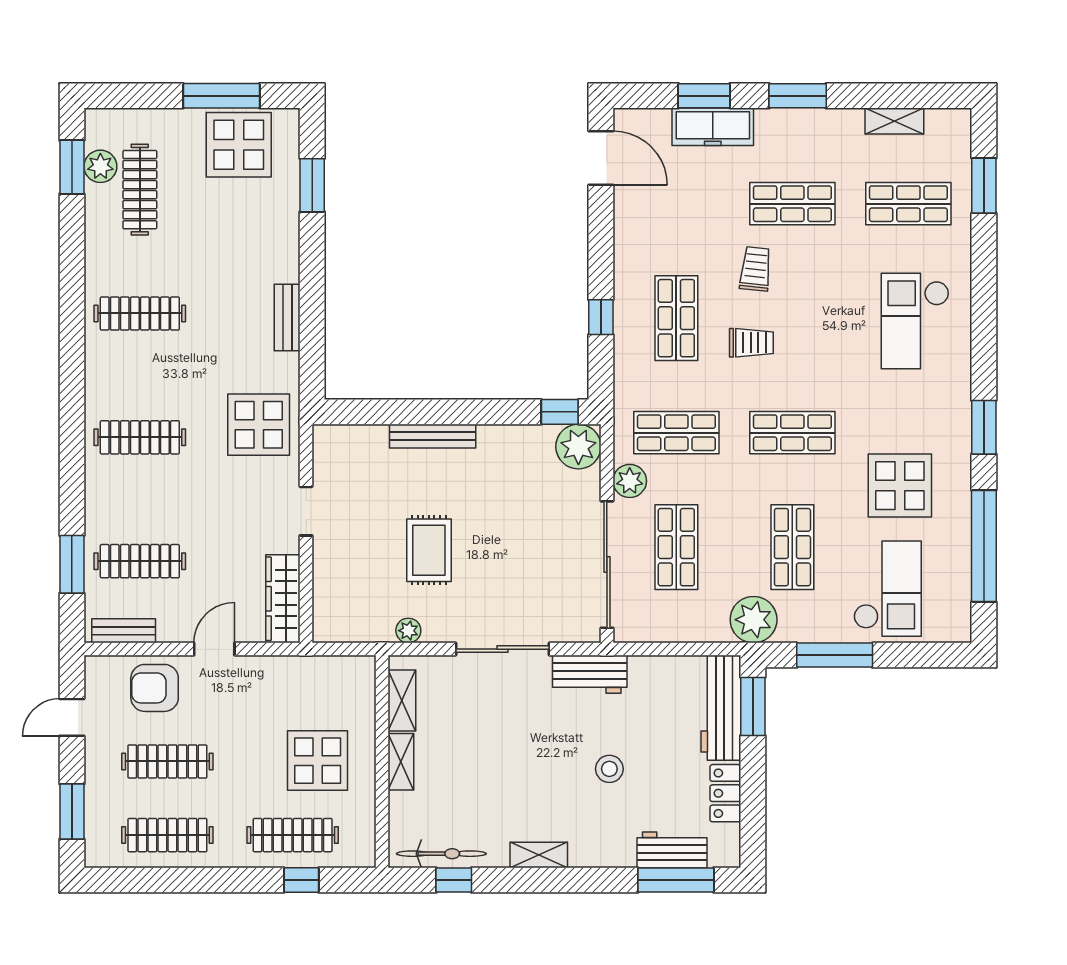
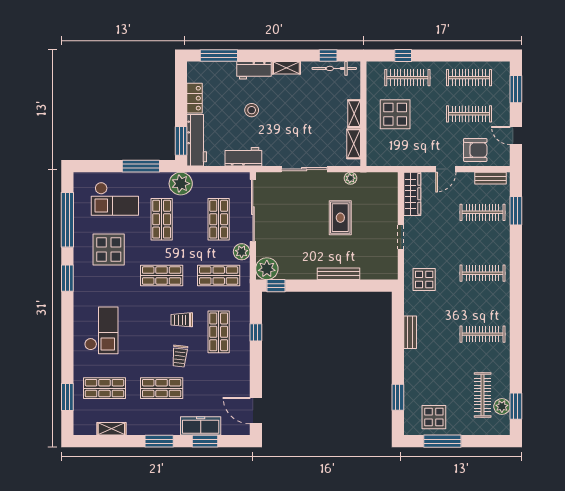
display table: (239, 145) -> (434, 417), width x0.73, depth x0.73
display table: (259, 425) -> (424, 279), width x0.73, depth x0.73
checkout: (888, 589) -> (115, 199), turned -90
workbench: (590, 674) -> (243, 157), moved
door: (72, 717) -> (516, 135), swing flipped
workbench: (672, 850) -> (254, 70), moved

